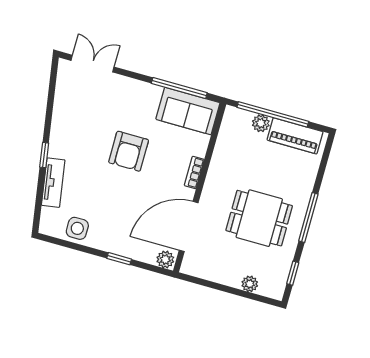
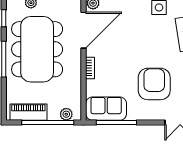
plant: (261, 123) -> (66, 114), moved
armchair: (129, 151) -> (154, 84), moved, width x1.36, depth x1.36
dining table: (259, 218) -> (37, 49), width x1.88, depth x1.24

